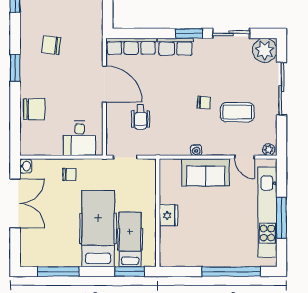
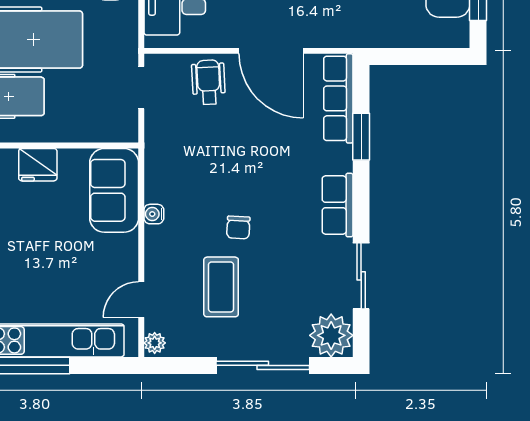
window: (189, 33) -> (361, 137), moved
row of seats: (176, 47) -> (338, 205), moved
door: (104, 84) -> (271, 51), hinge flipped
wheelchair: (141, 117) -> (209, 82), moved, turned 87
sofa: (205, 172) -> (114, 190), moved

